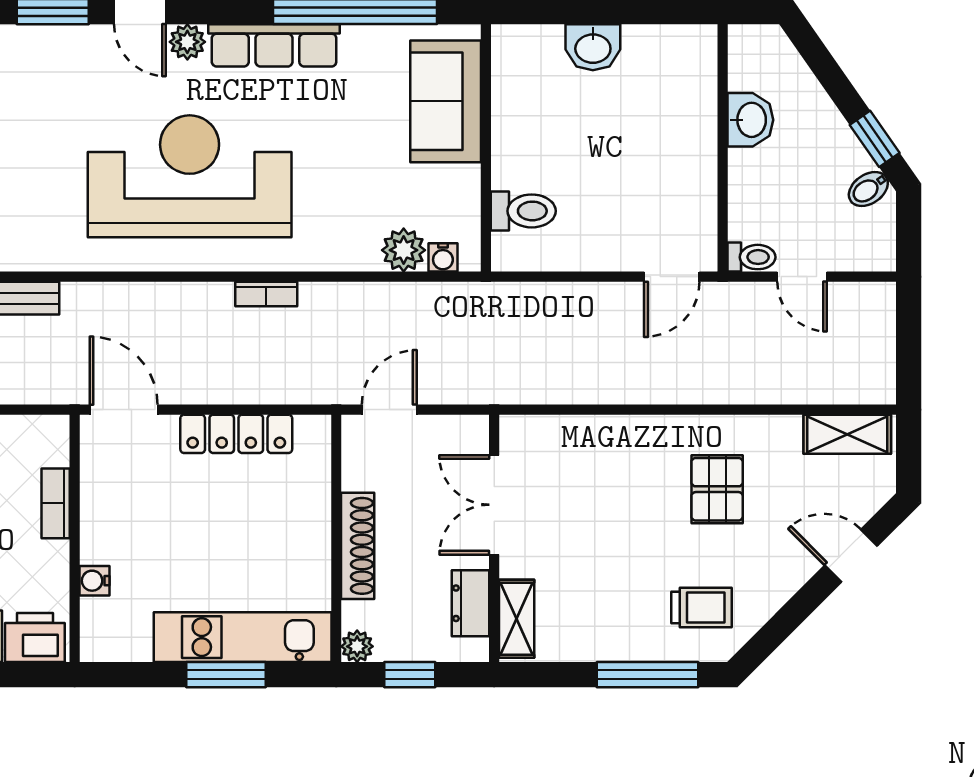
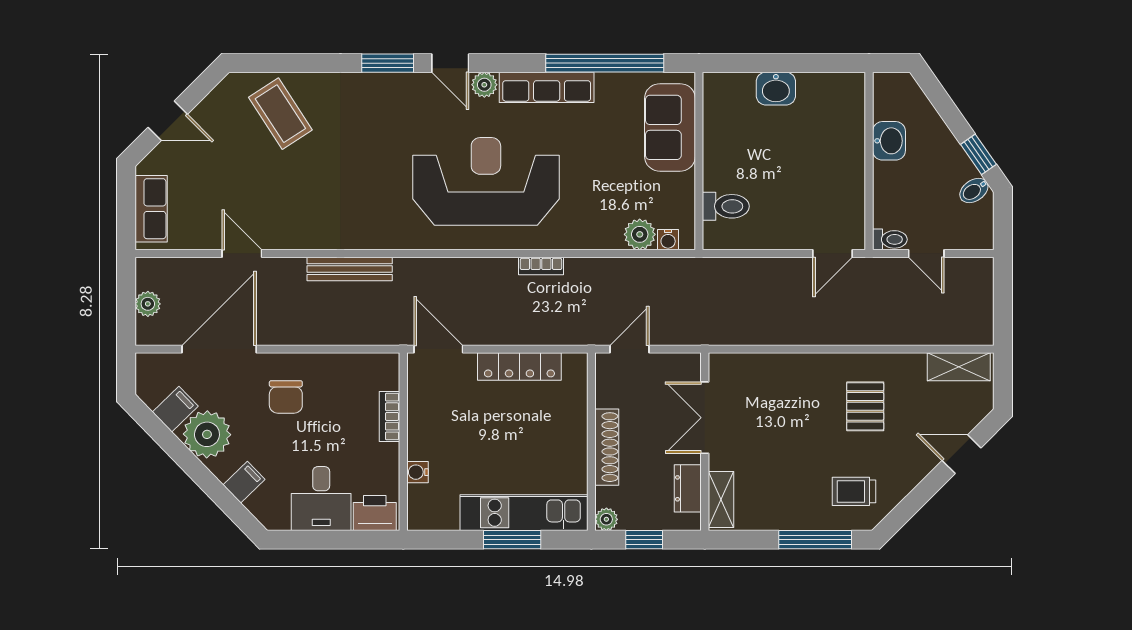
trolley: (701, 608) -> (854, 491), turned 180

